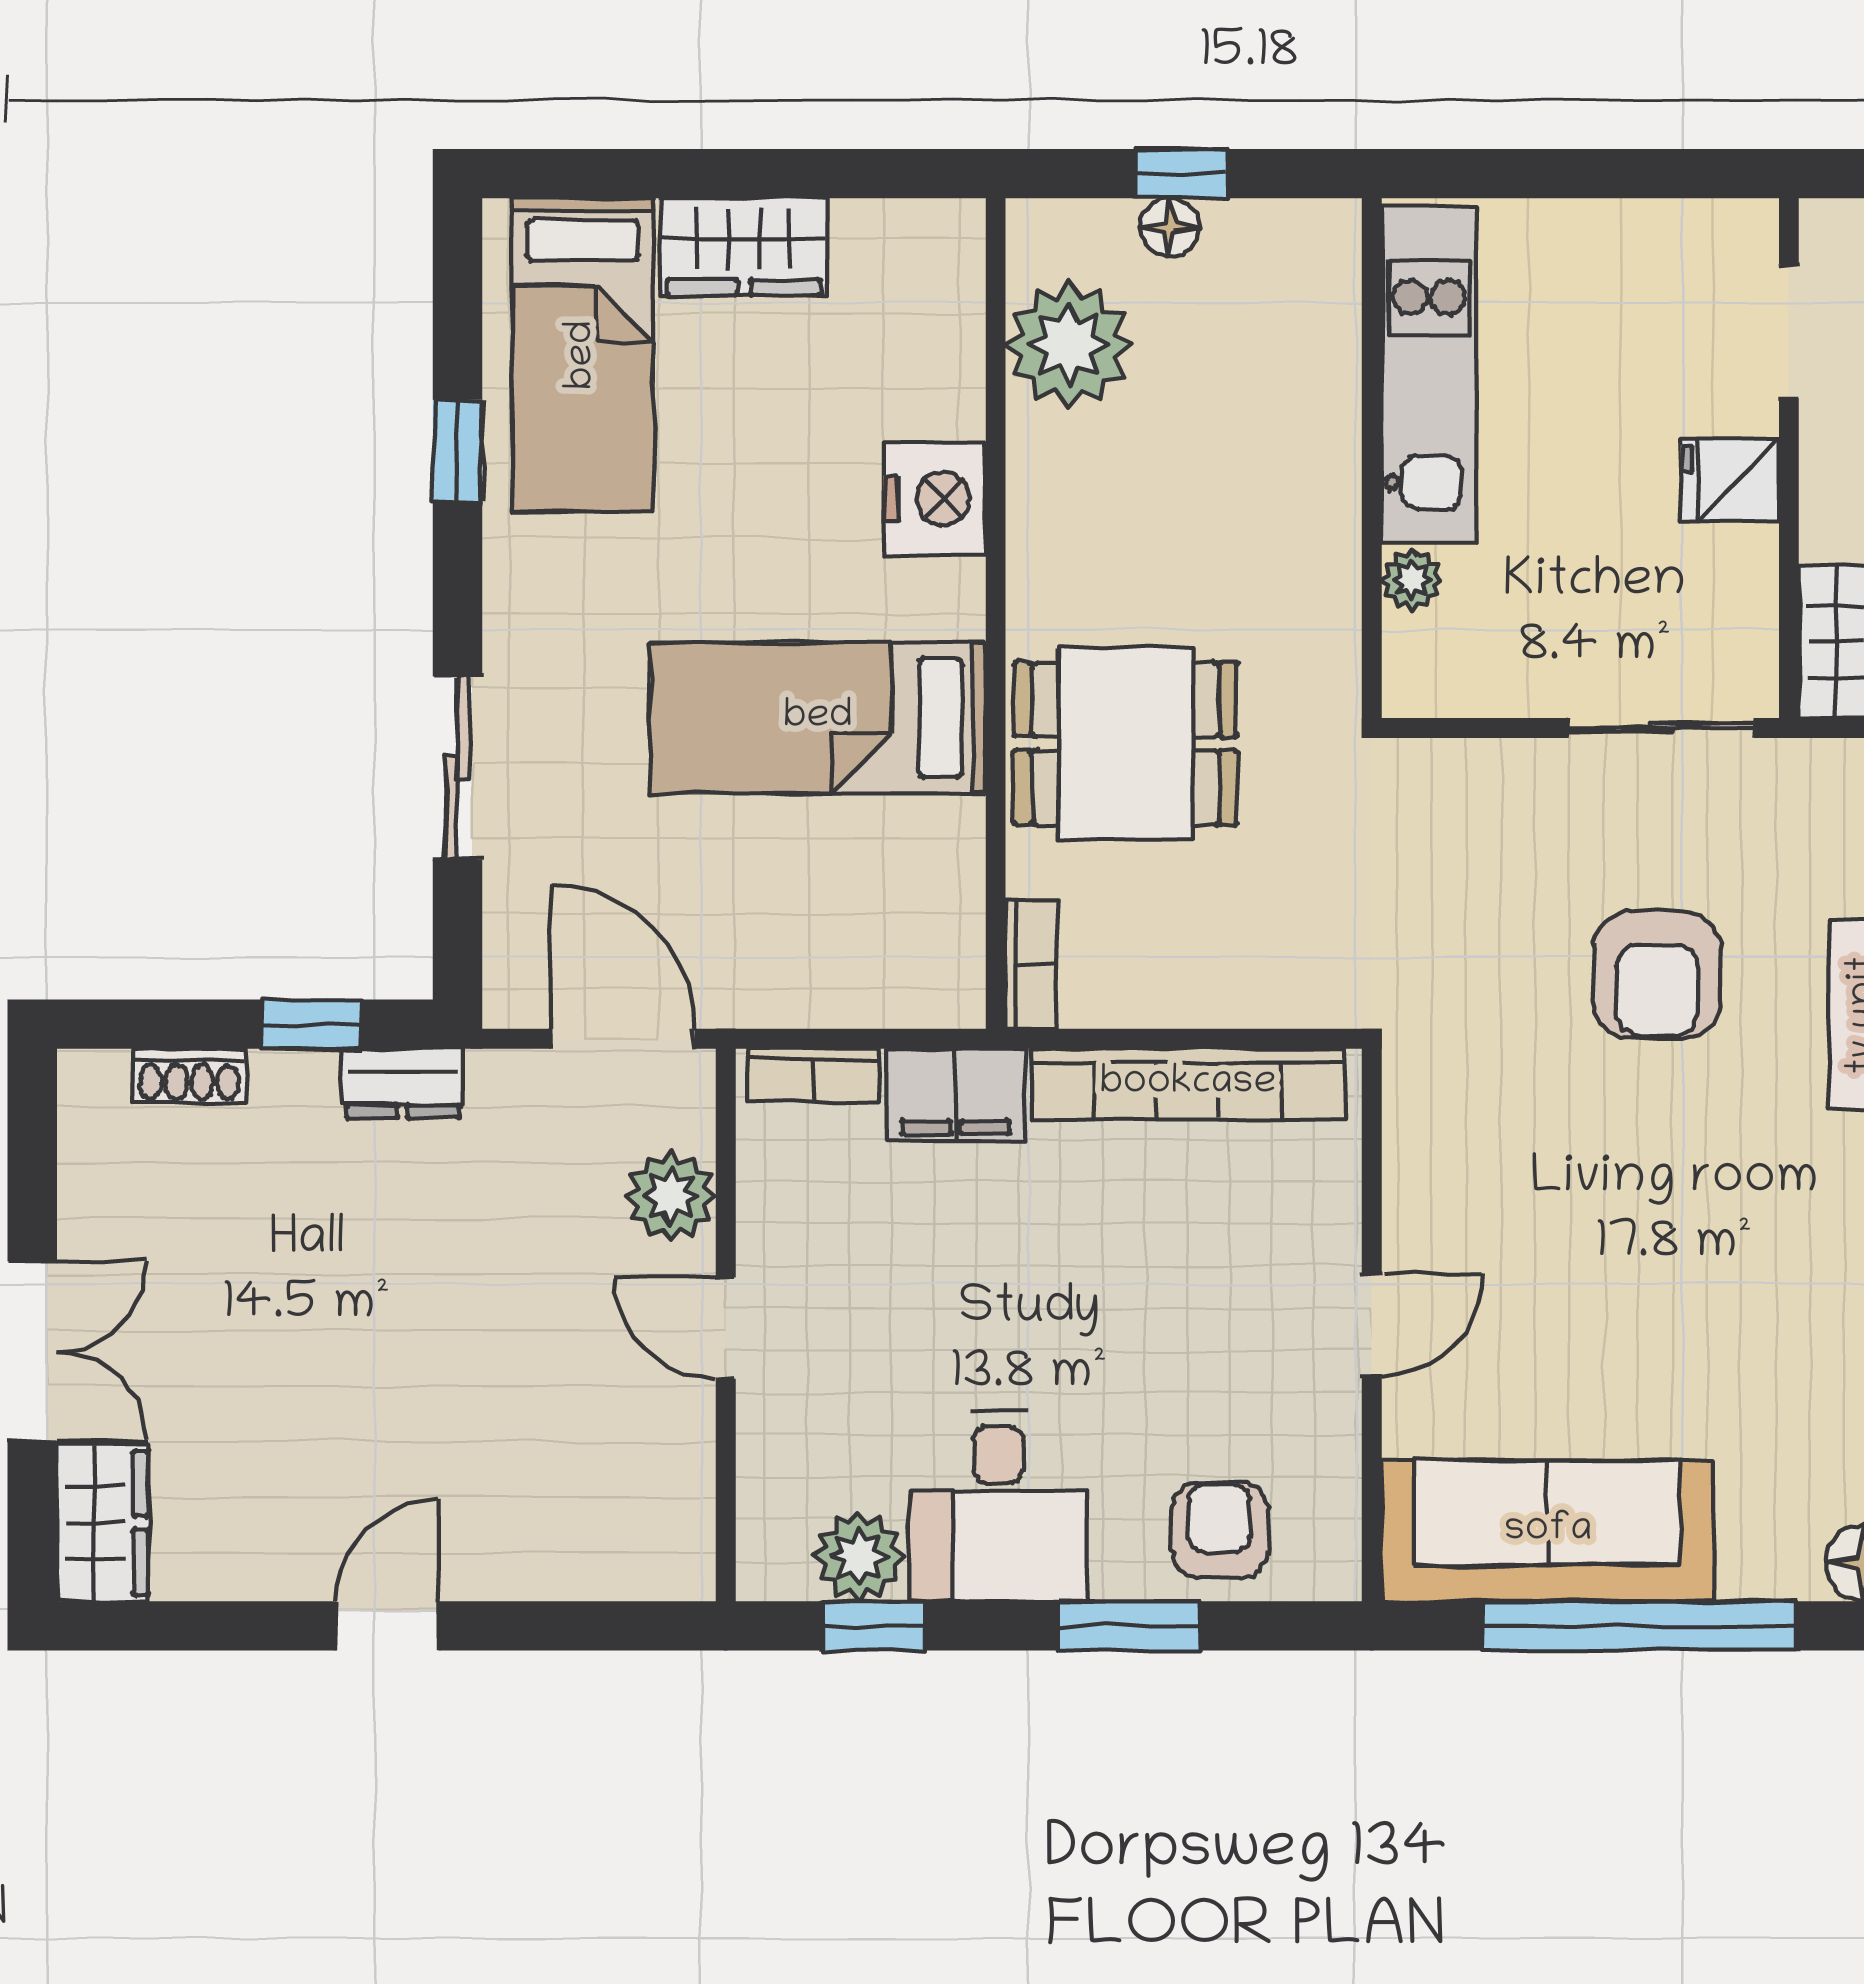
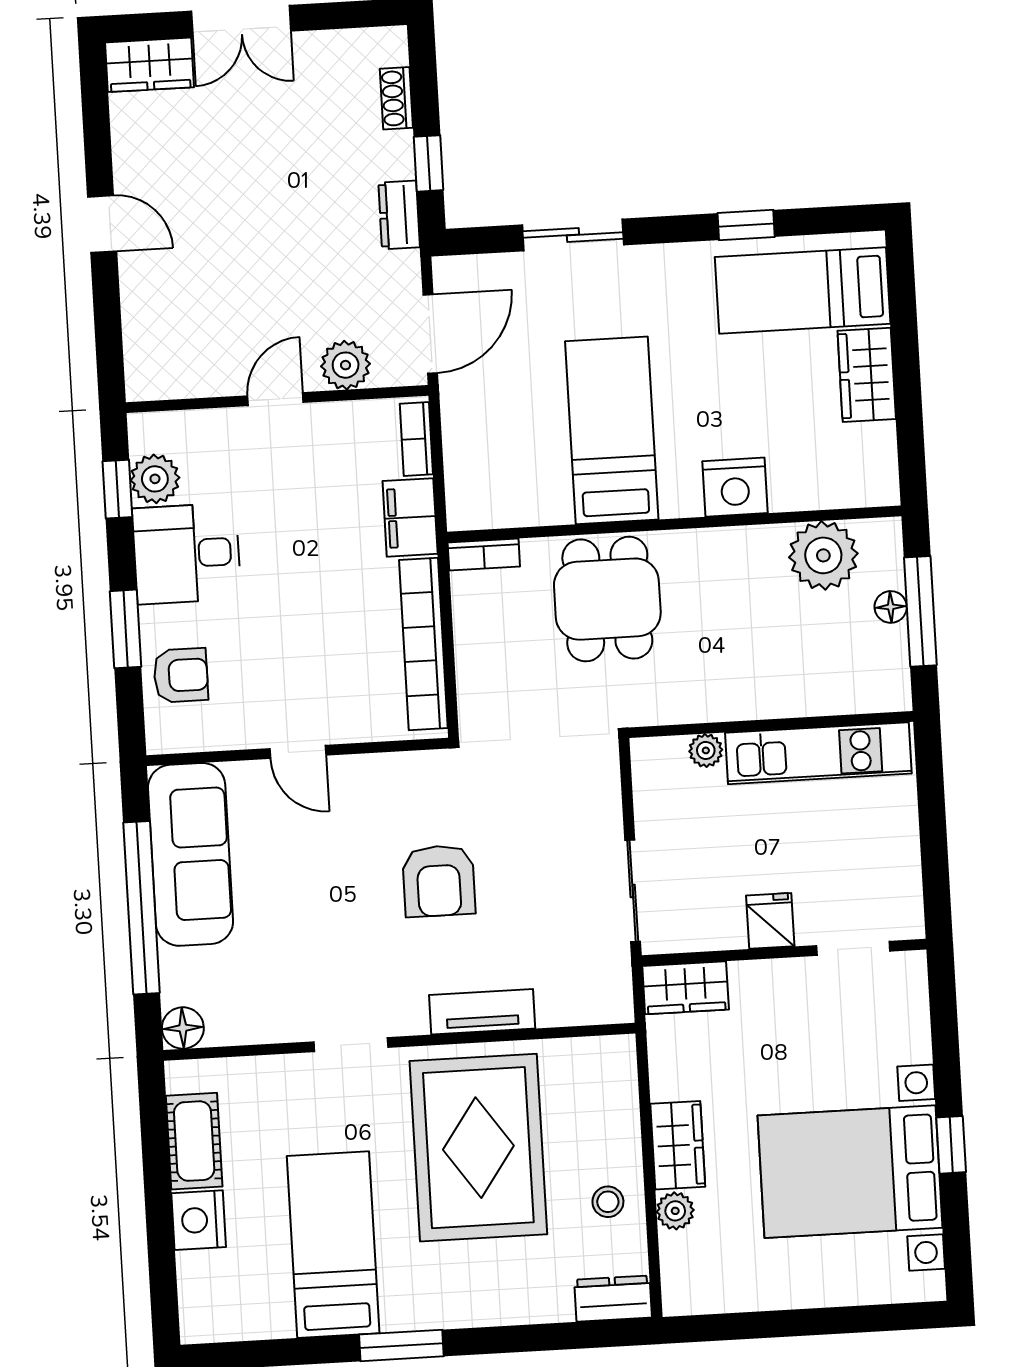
window: (1181, 174) -> (920, 611), width x2.17
armchair: (1657, 975) -> (439, 881), moved, turned -90

